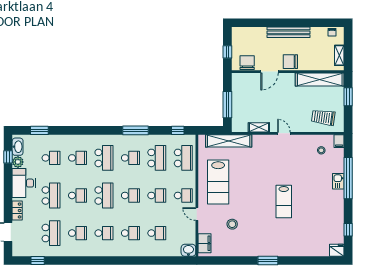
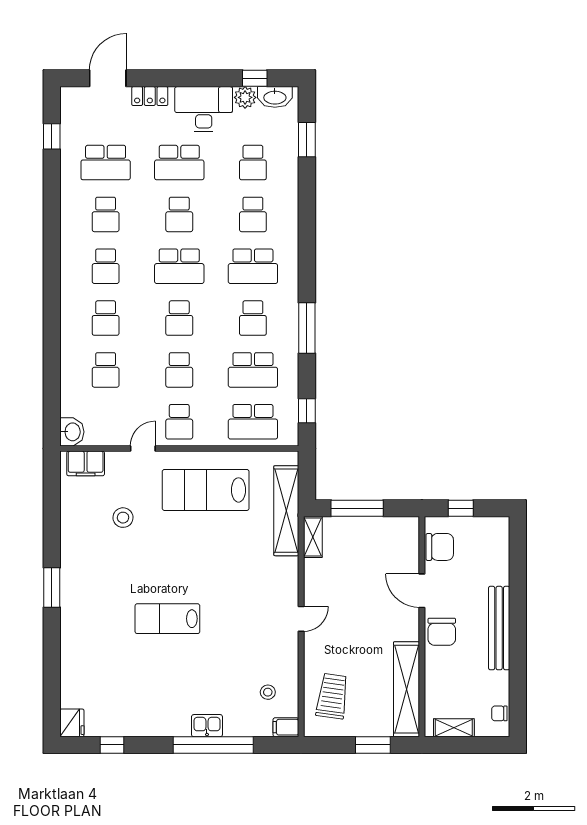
chair: (290, 62) -> (442, 632), turned 180
shelving: (259, 127) -> (313, 537), moved

